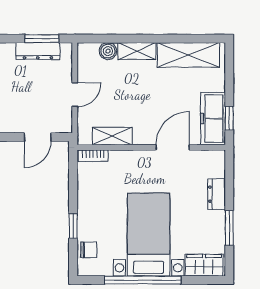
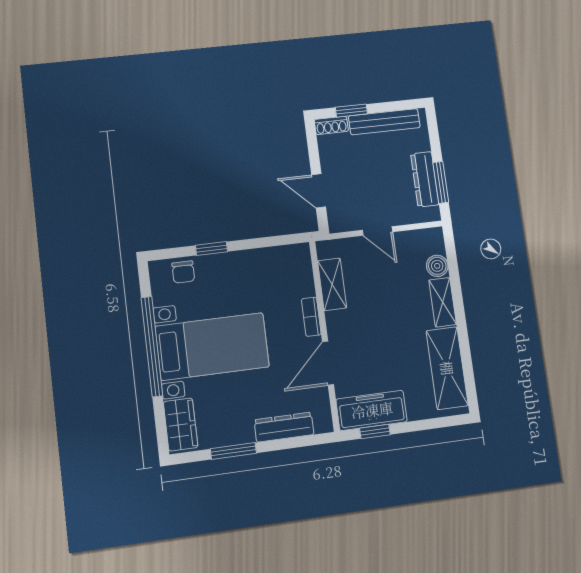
door: (173, 147) -> (328, 363), swing flipped
bookcase: (93, 156) -> (311, 317), moved
dresser: (217, 194) -> (284, 427), width x1.44

